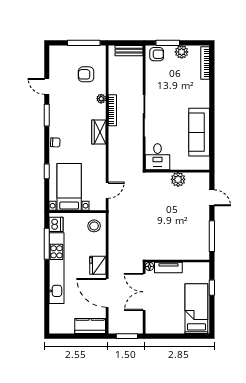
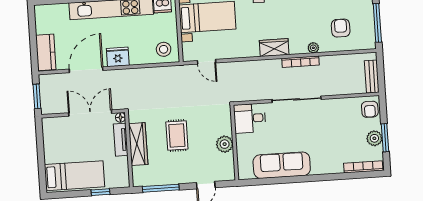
window: (168, 43) -> (385, 138), moved
rug: (168, 219) -> (177, 135), added
wardrobe: (173, 253) -> (138, 144), added

